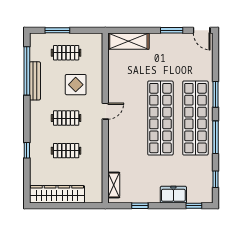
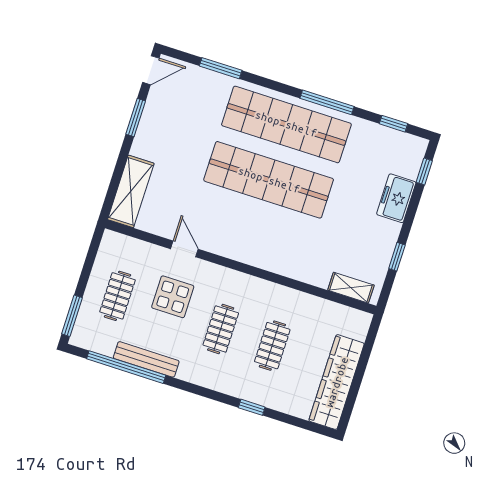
window: (57, 30) -> (72, 316), moved
window: (216, 94) -> (221, 68), moved
door: (105, 111) -> (184, 249), moved

